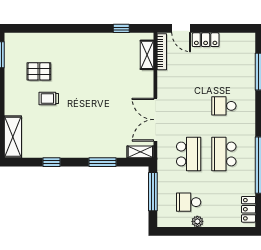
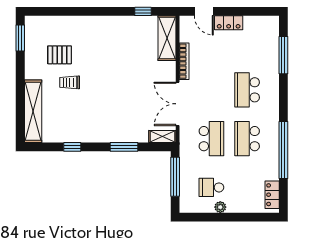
bookcase: (162, 52) -> (184, 61), moved
shelving: (147, 55) -> (167, 38), width x1.50, depth x1.33
school desk: (224, 106) -> (247, 90), width x1.85
shelving: (13, 137) -> (33, 111), width x1.47

